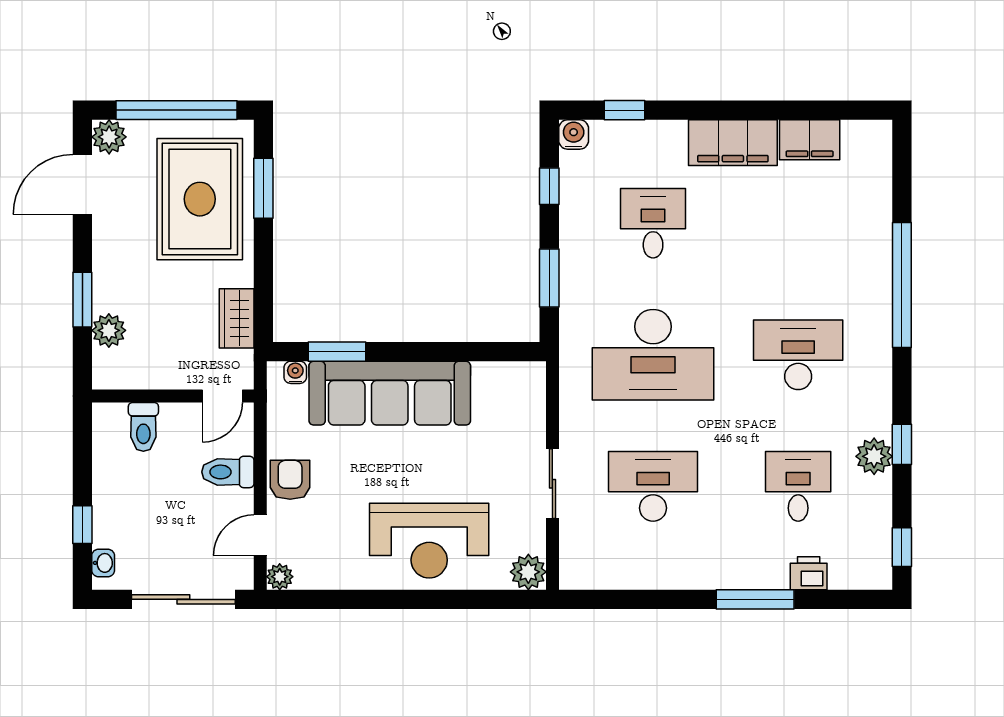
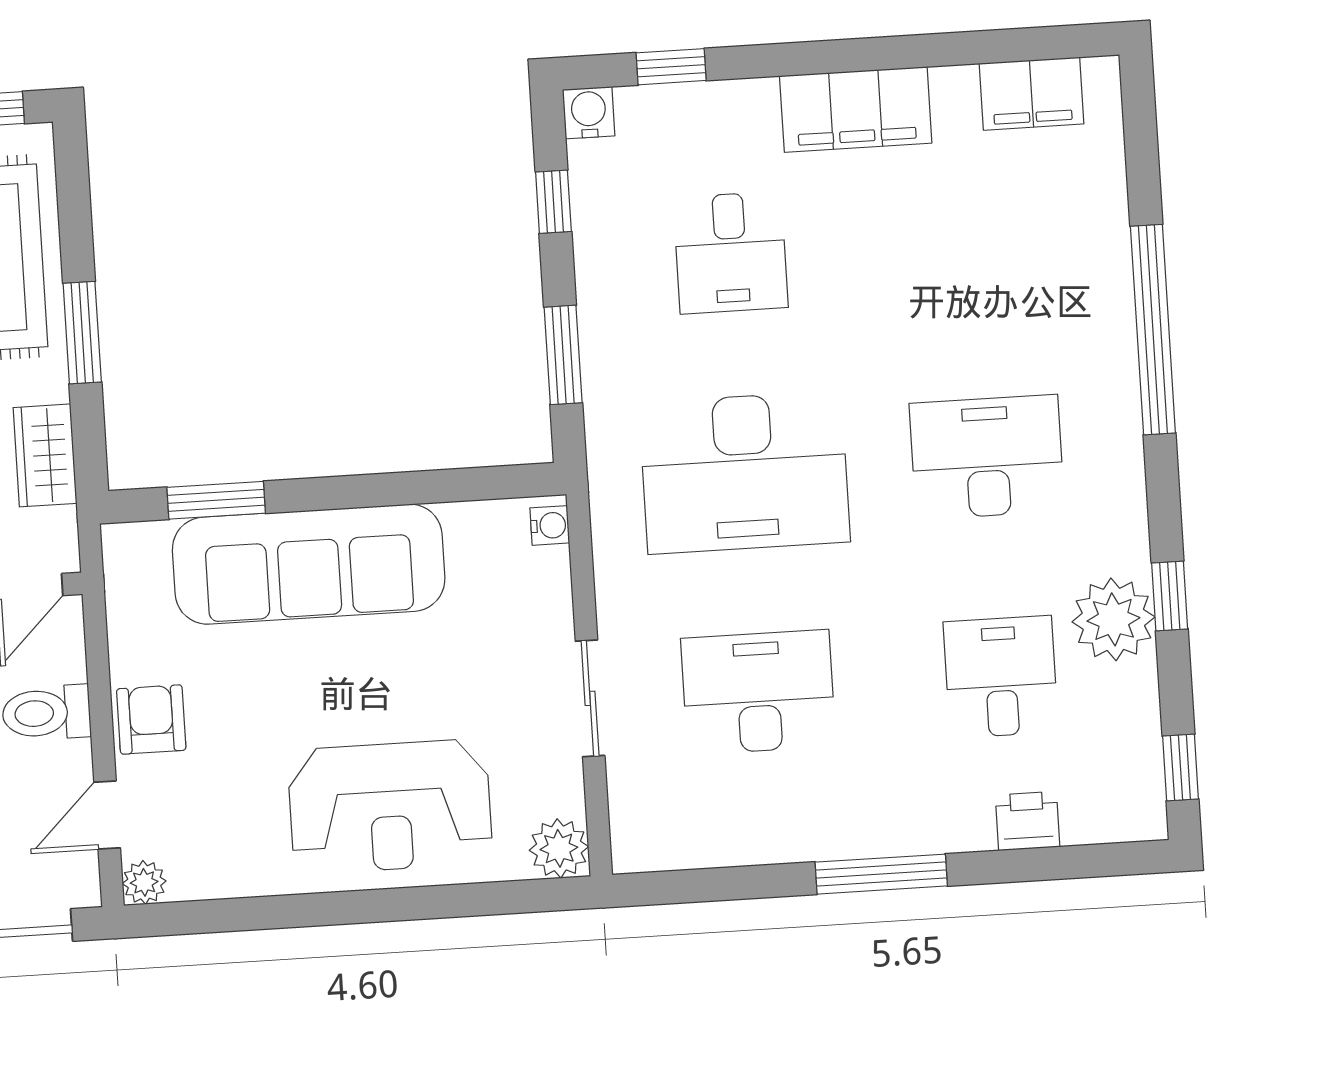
filing cabinet: (810, 140) -> (1032, 94), moved
window: (263, 188) -> (82, 333), moved
desk: (653, 223) -> (731, 253), turned 180
water cooler: (295, 372) -> (550, 525), moved, turned 90
plant: (874, 456) -> (1113, 619), width x1.36, depth x1.36
window: (755, 599) -> (881, 874), moved

